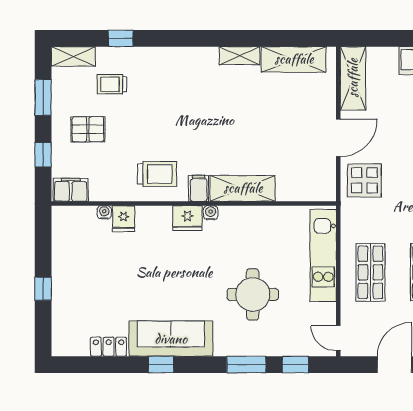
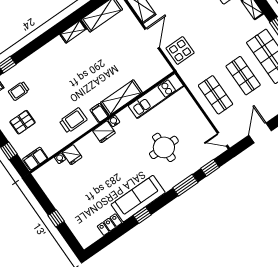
kitchen unit: (323, 256) -> (156, 96), moved, turned -90

